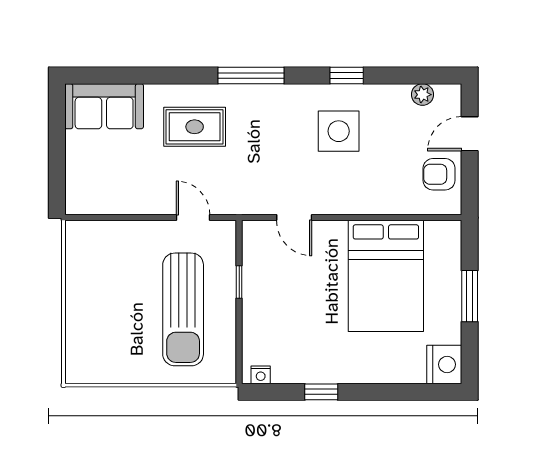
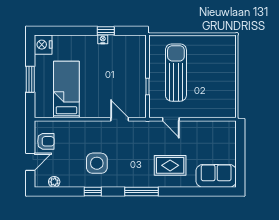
bed: (386, 276) -> (66, 90), width x0.67
nightstand: (261, 375) -> (103, 39), moved

